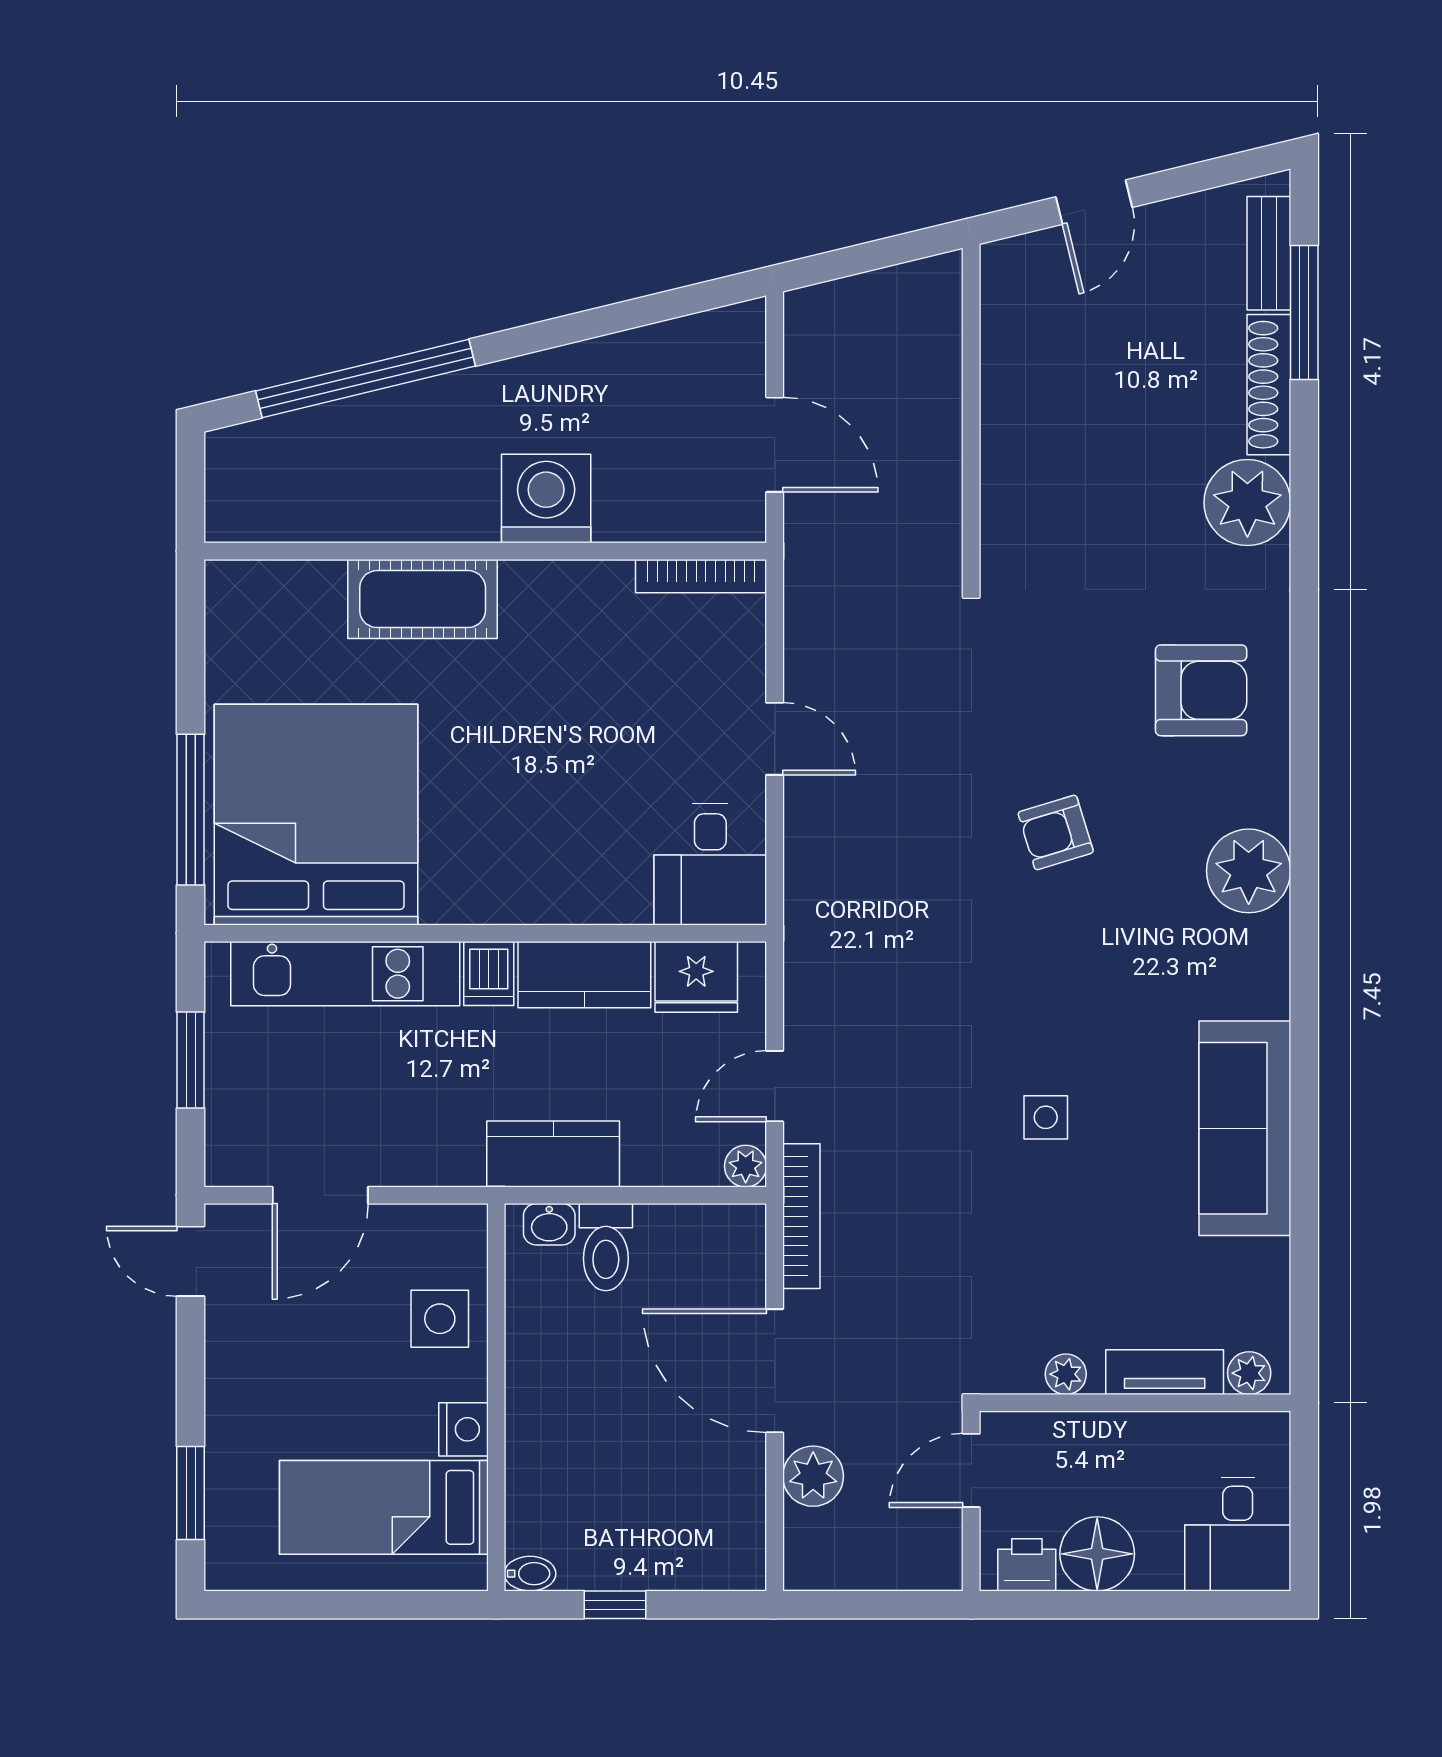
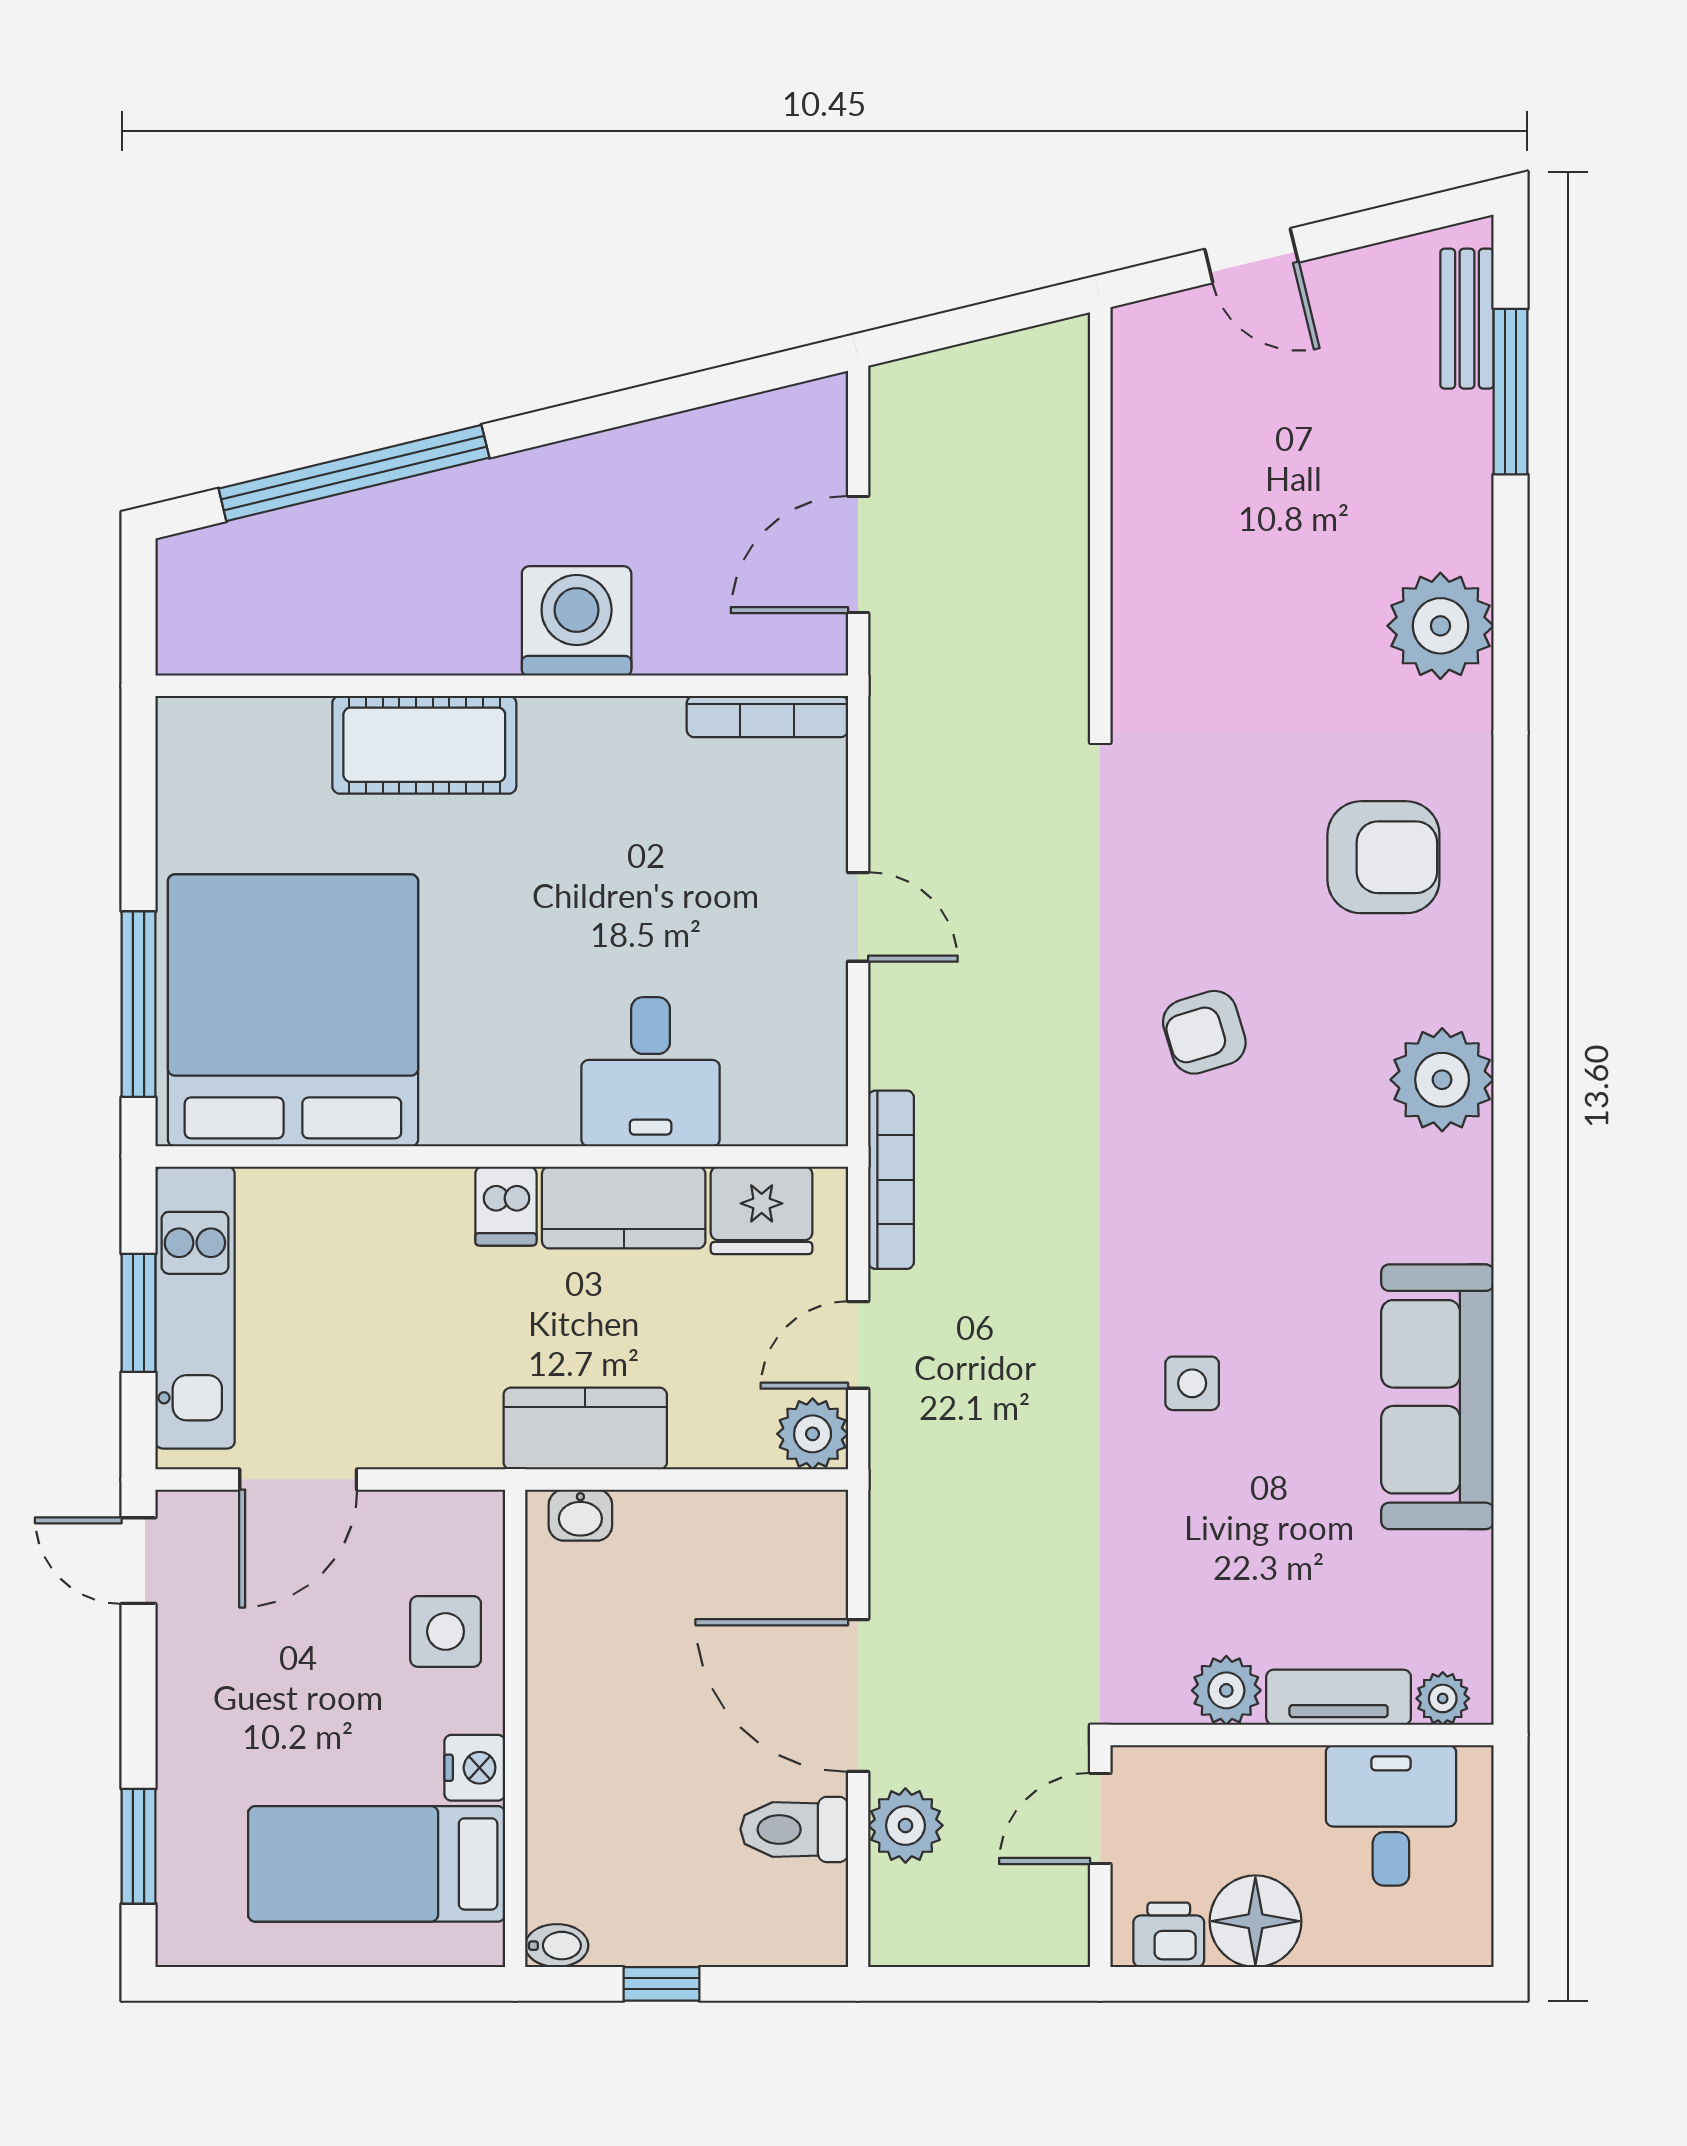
door: (1094, 202) -> (1252, 256), hinge flipped
shoe rack: (1269, 385) -> (1467, 481), removed
door: (775, 445) -> (858, 555), swing flipped
desk: (710, 865) -> (651, 1072), moved
kitchen unit: (345, 974) -> (195, 1308), moved, turned -90
plant: (746, 1166) -> (813, 1434), width x1.38, depth x1.38
bookcase: (801, 1216) -> (891, 1180), moved
toilet: (606, 1247) -> (794, 1829), moved, turned 90
plant: (1066, 1374) -> (1226, 1690), width x1.38, depth x1.38
desk: (1238, 1534) -> (1391, 1815), moved, turned 180

